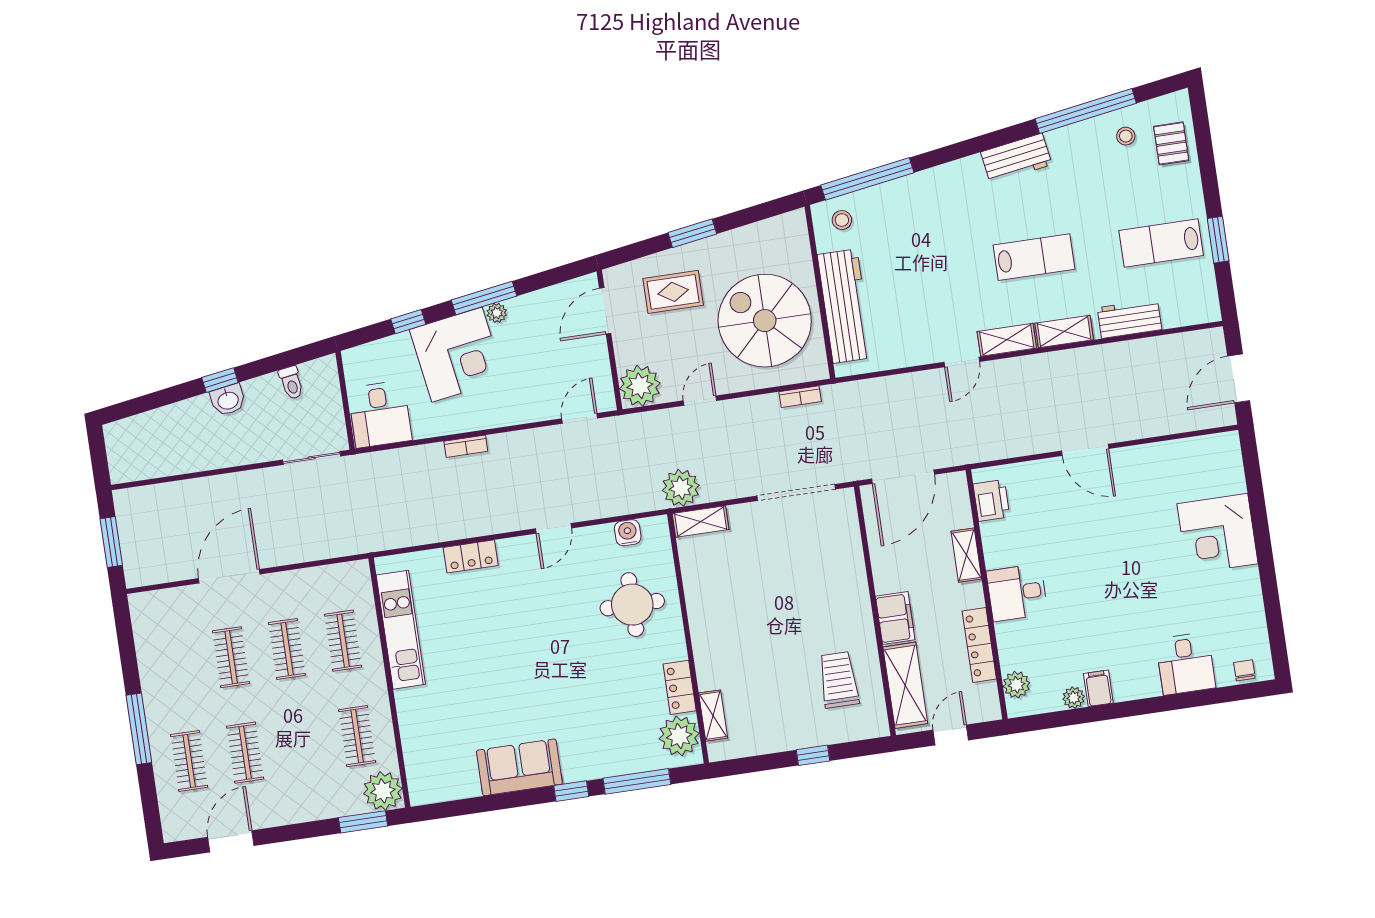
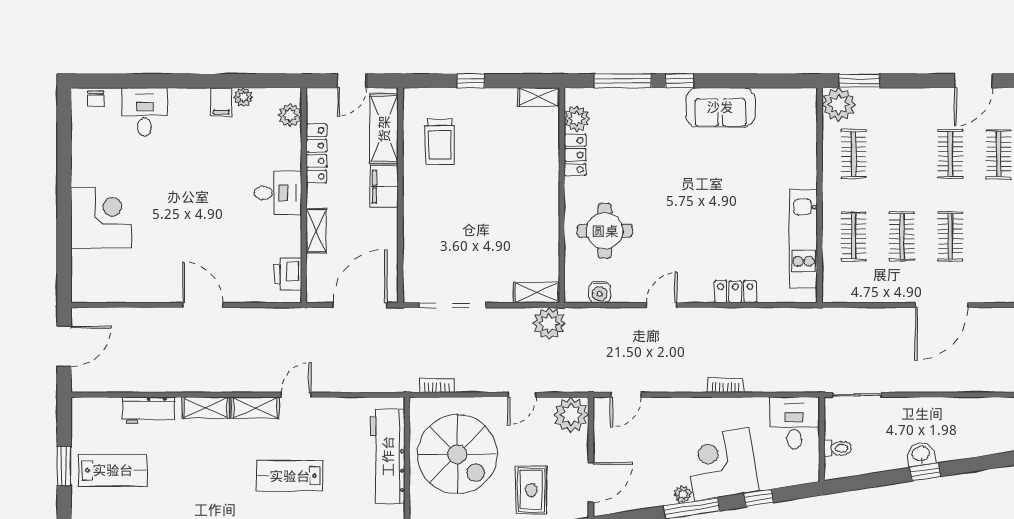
lab bench: (1034, 257) -> (290, 476), moved
rug: (673, 292) -> (531, 490), turned 90
toilet: (291, 383) -> (838, 448), moved, turned 99
shelving: (713, 716) -> (539, 97), moved, turned 90
plant: (679, 736) -> (577, 119), width x0.73, depth x0.73

